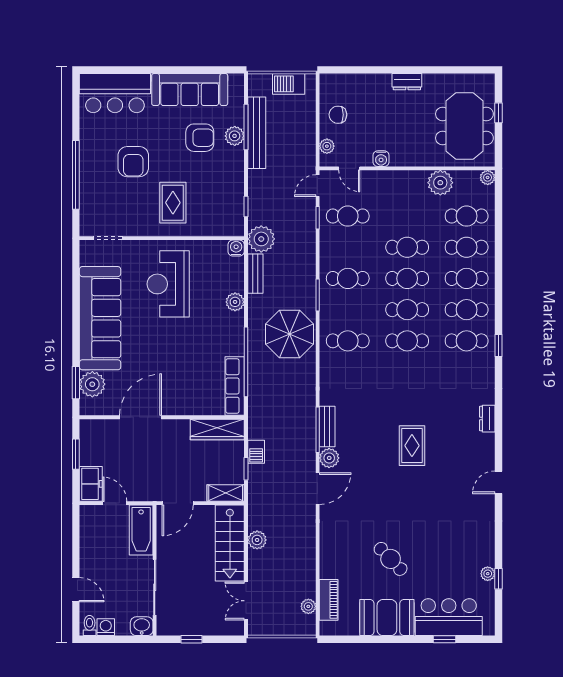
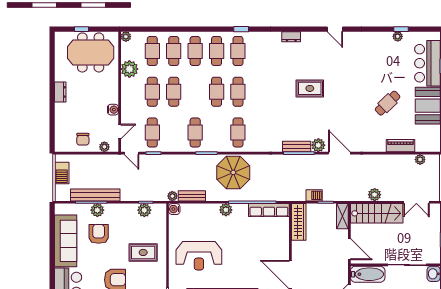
plant: (234, 204) -> (144, 210), added
plant: (261, 239) -> (172, 196), width x0.53, depth x0.53
cafe table: (407, 278) -> (152, 92), moved
plant: (235, 302) -> (226, 210), moved
piano: (329, 600) -> (400, 146), moved

